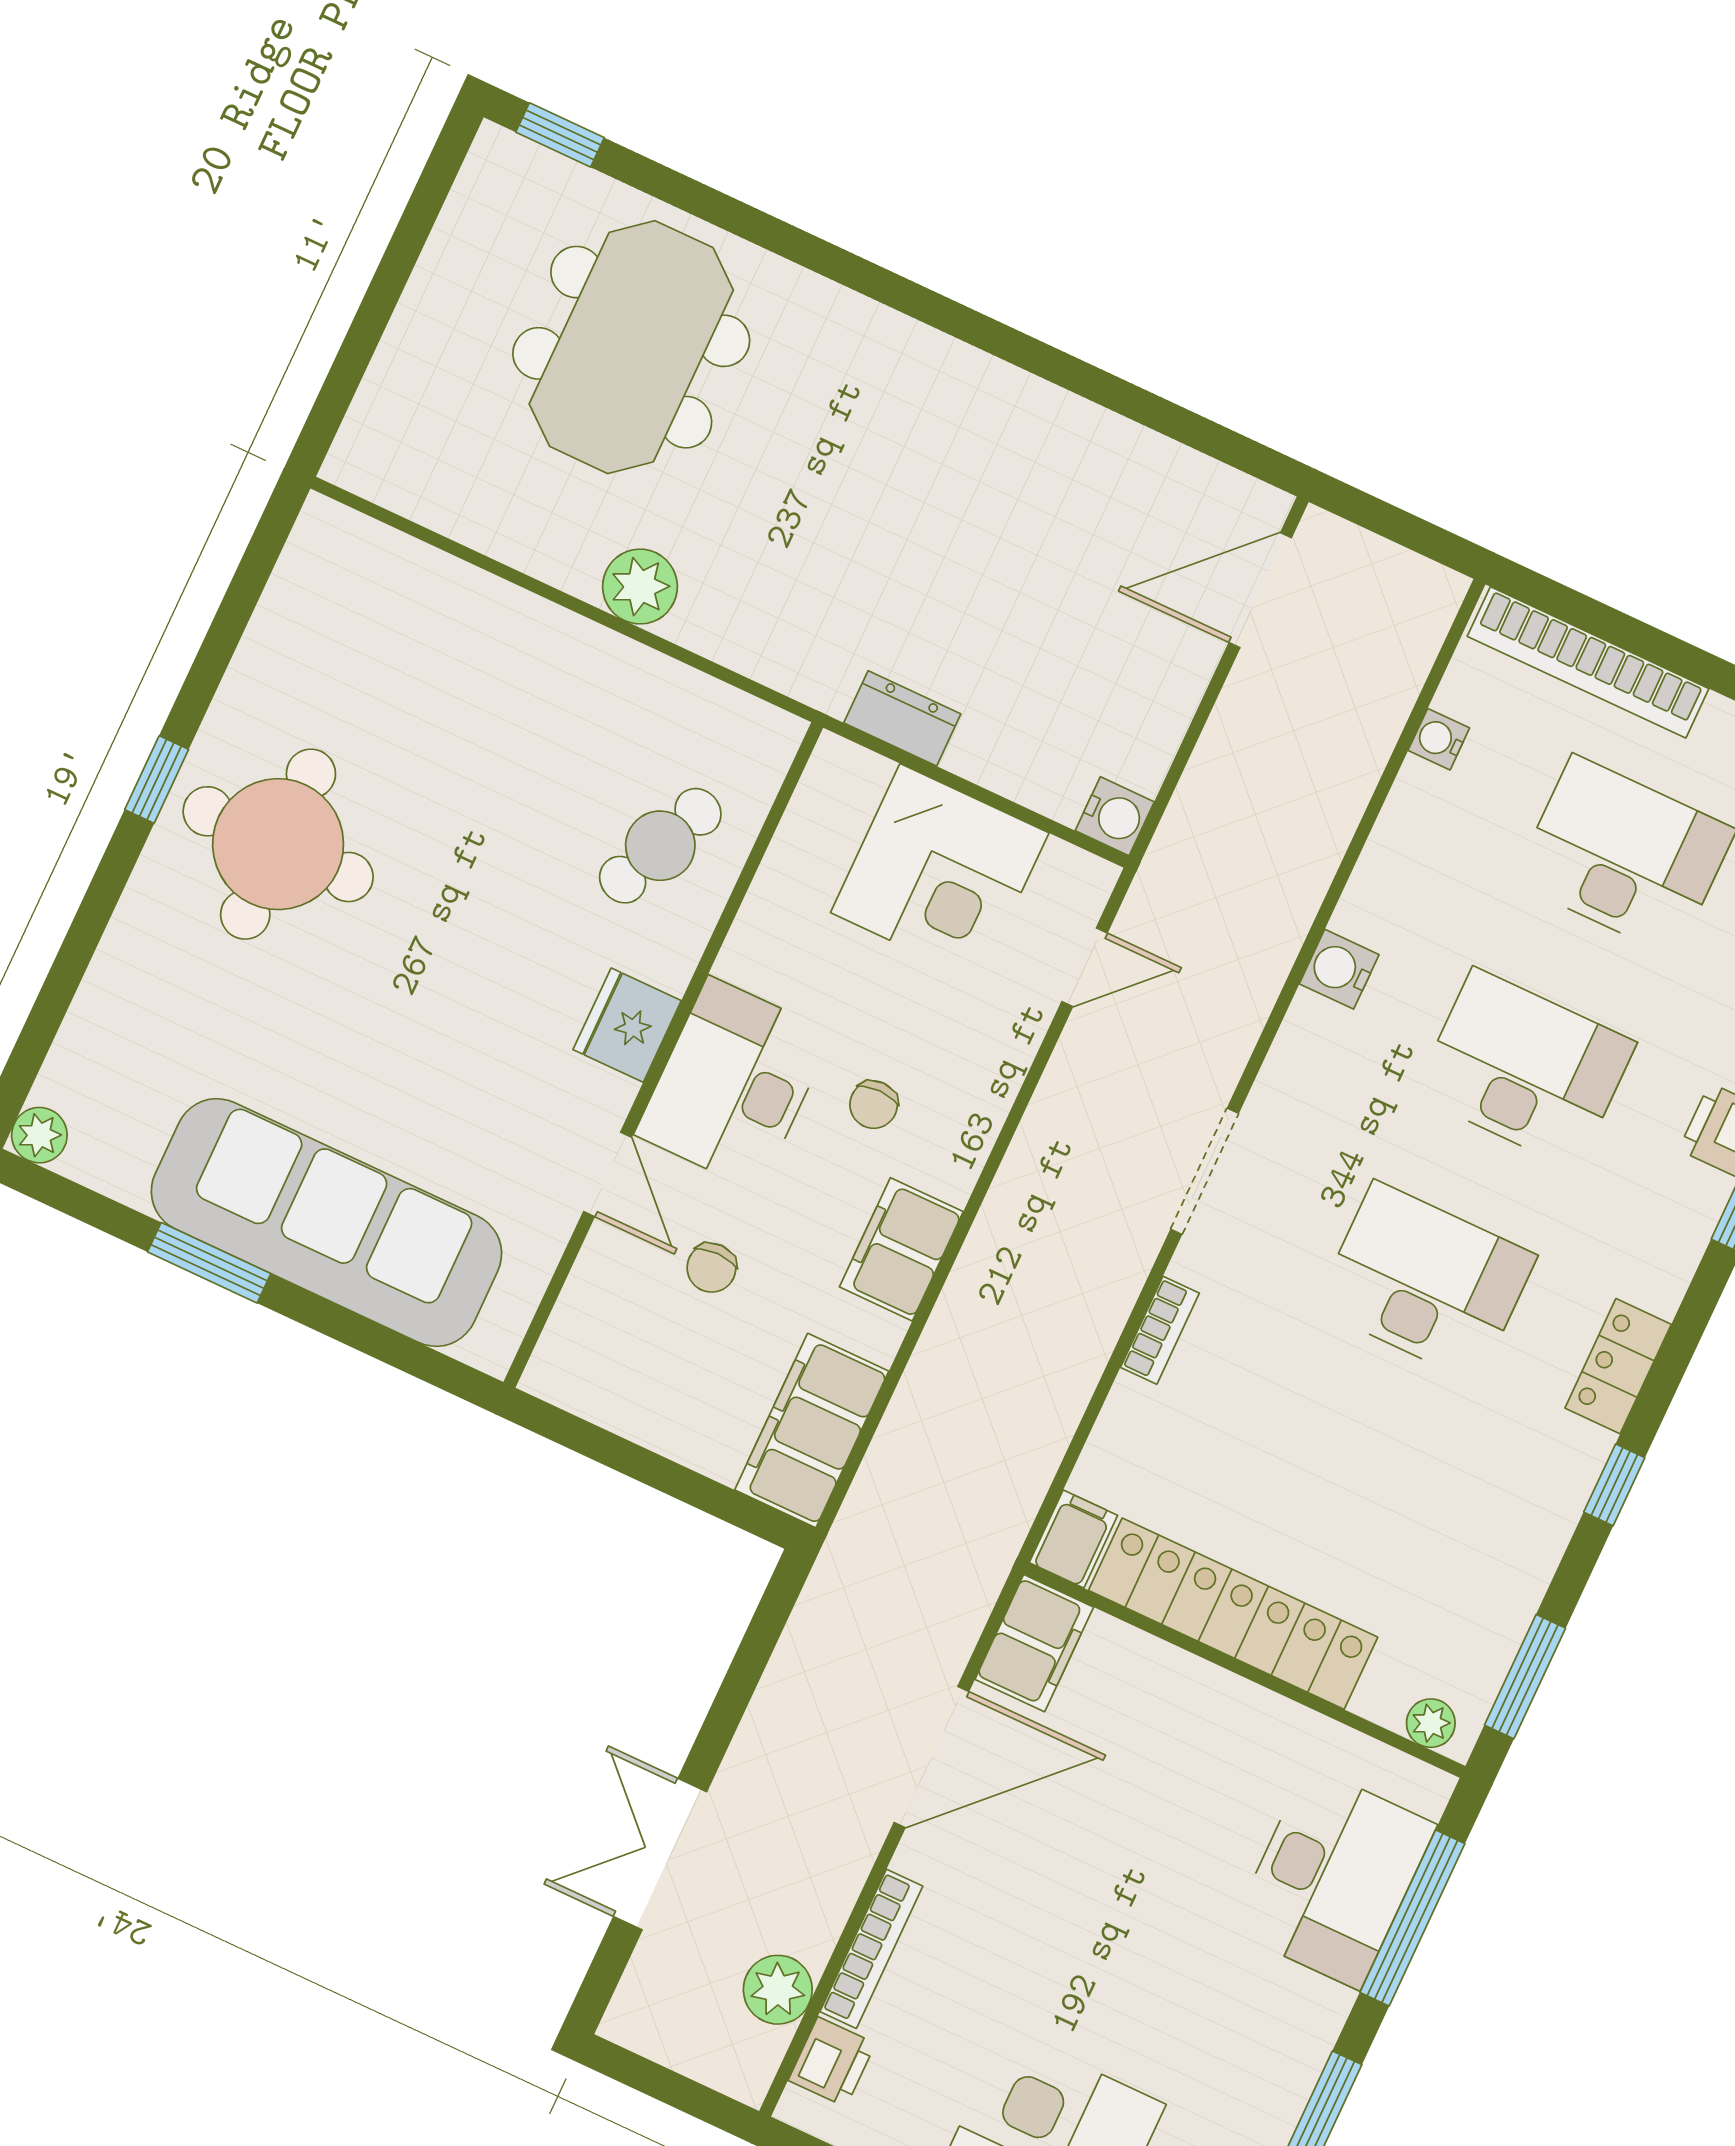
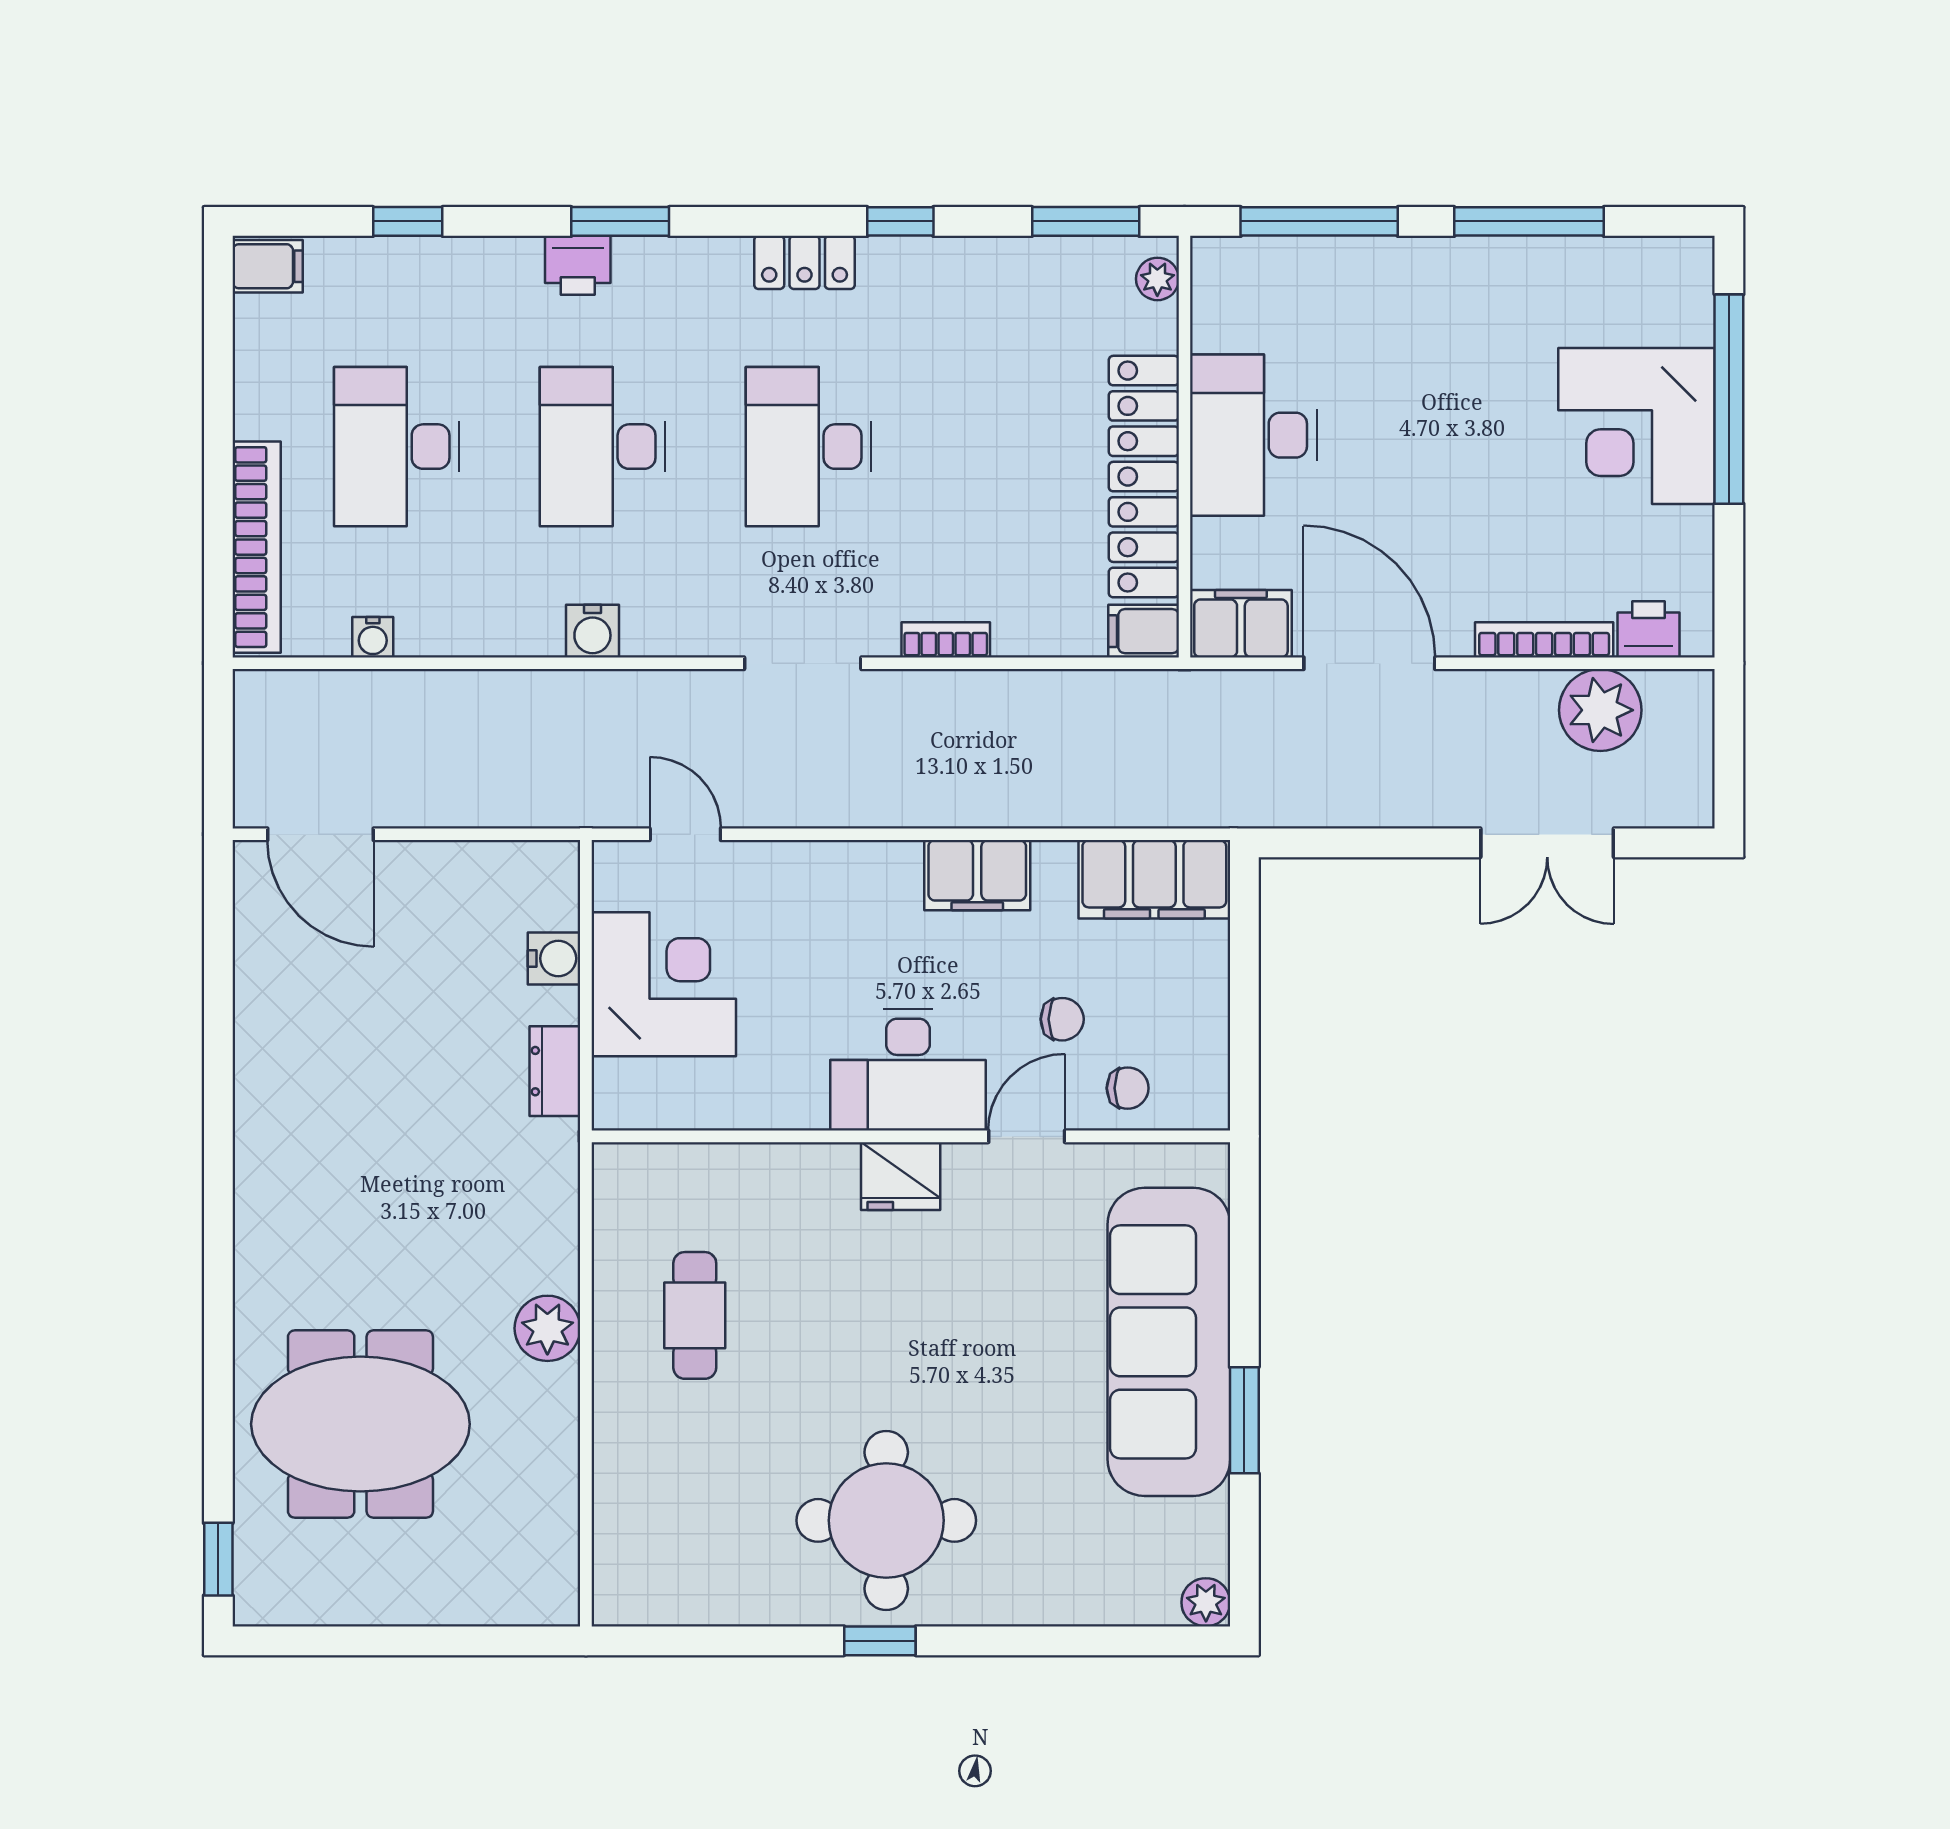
water cooler: (1115, 816) -> (554, 958), moved, turned 90
cafe table: (660, 846) -> (695, 1315), moved, turned 67
chair: (874, 1105) -> (1128, 1088), moved
desk: (1334, 1877) -> (1254, 435), moved, turned -90
plant: (778, 1990) -> (1600, 710), width x1.36, depth x1.36

